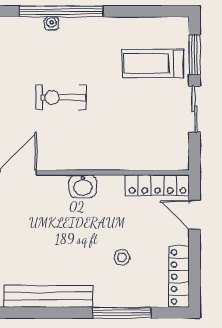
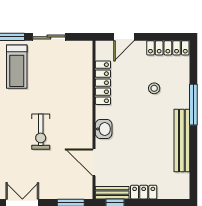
locker: (157, 185) -> (103, 83), moved
washbasin: (83, 186) -> (104, 129), moved
window: (122, 313) -> (193, 105), moved

